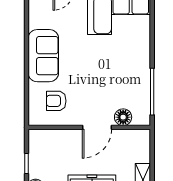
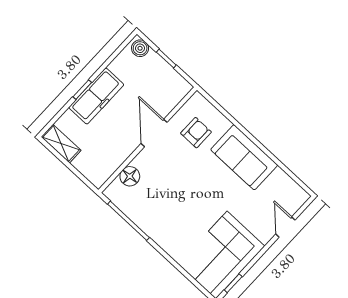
door: (97, 127) -> (154, 133), moved

